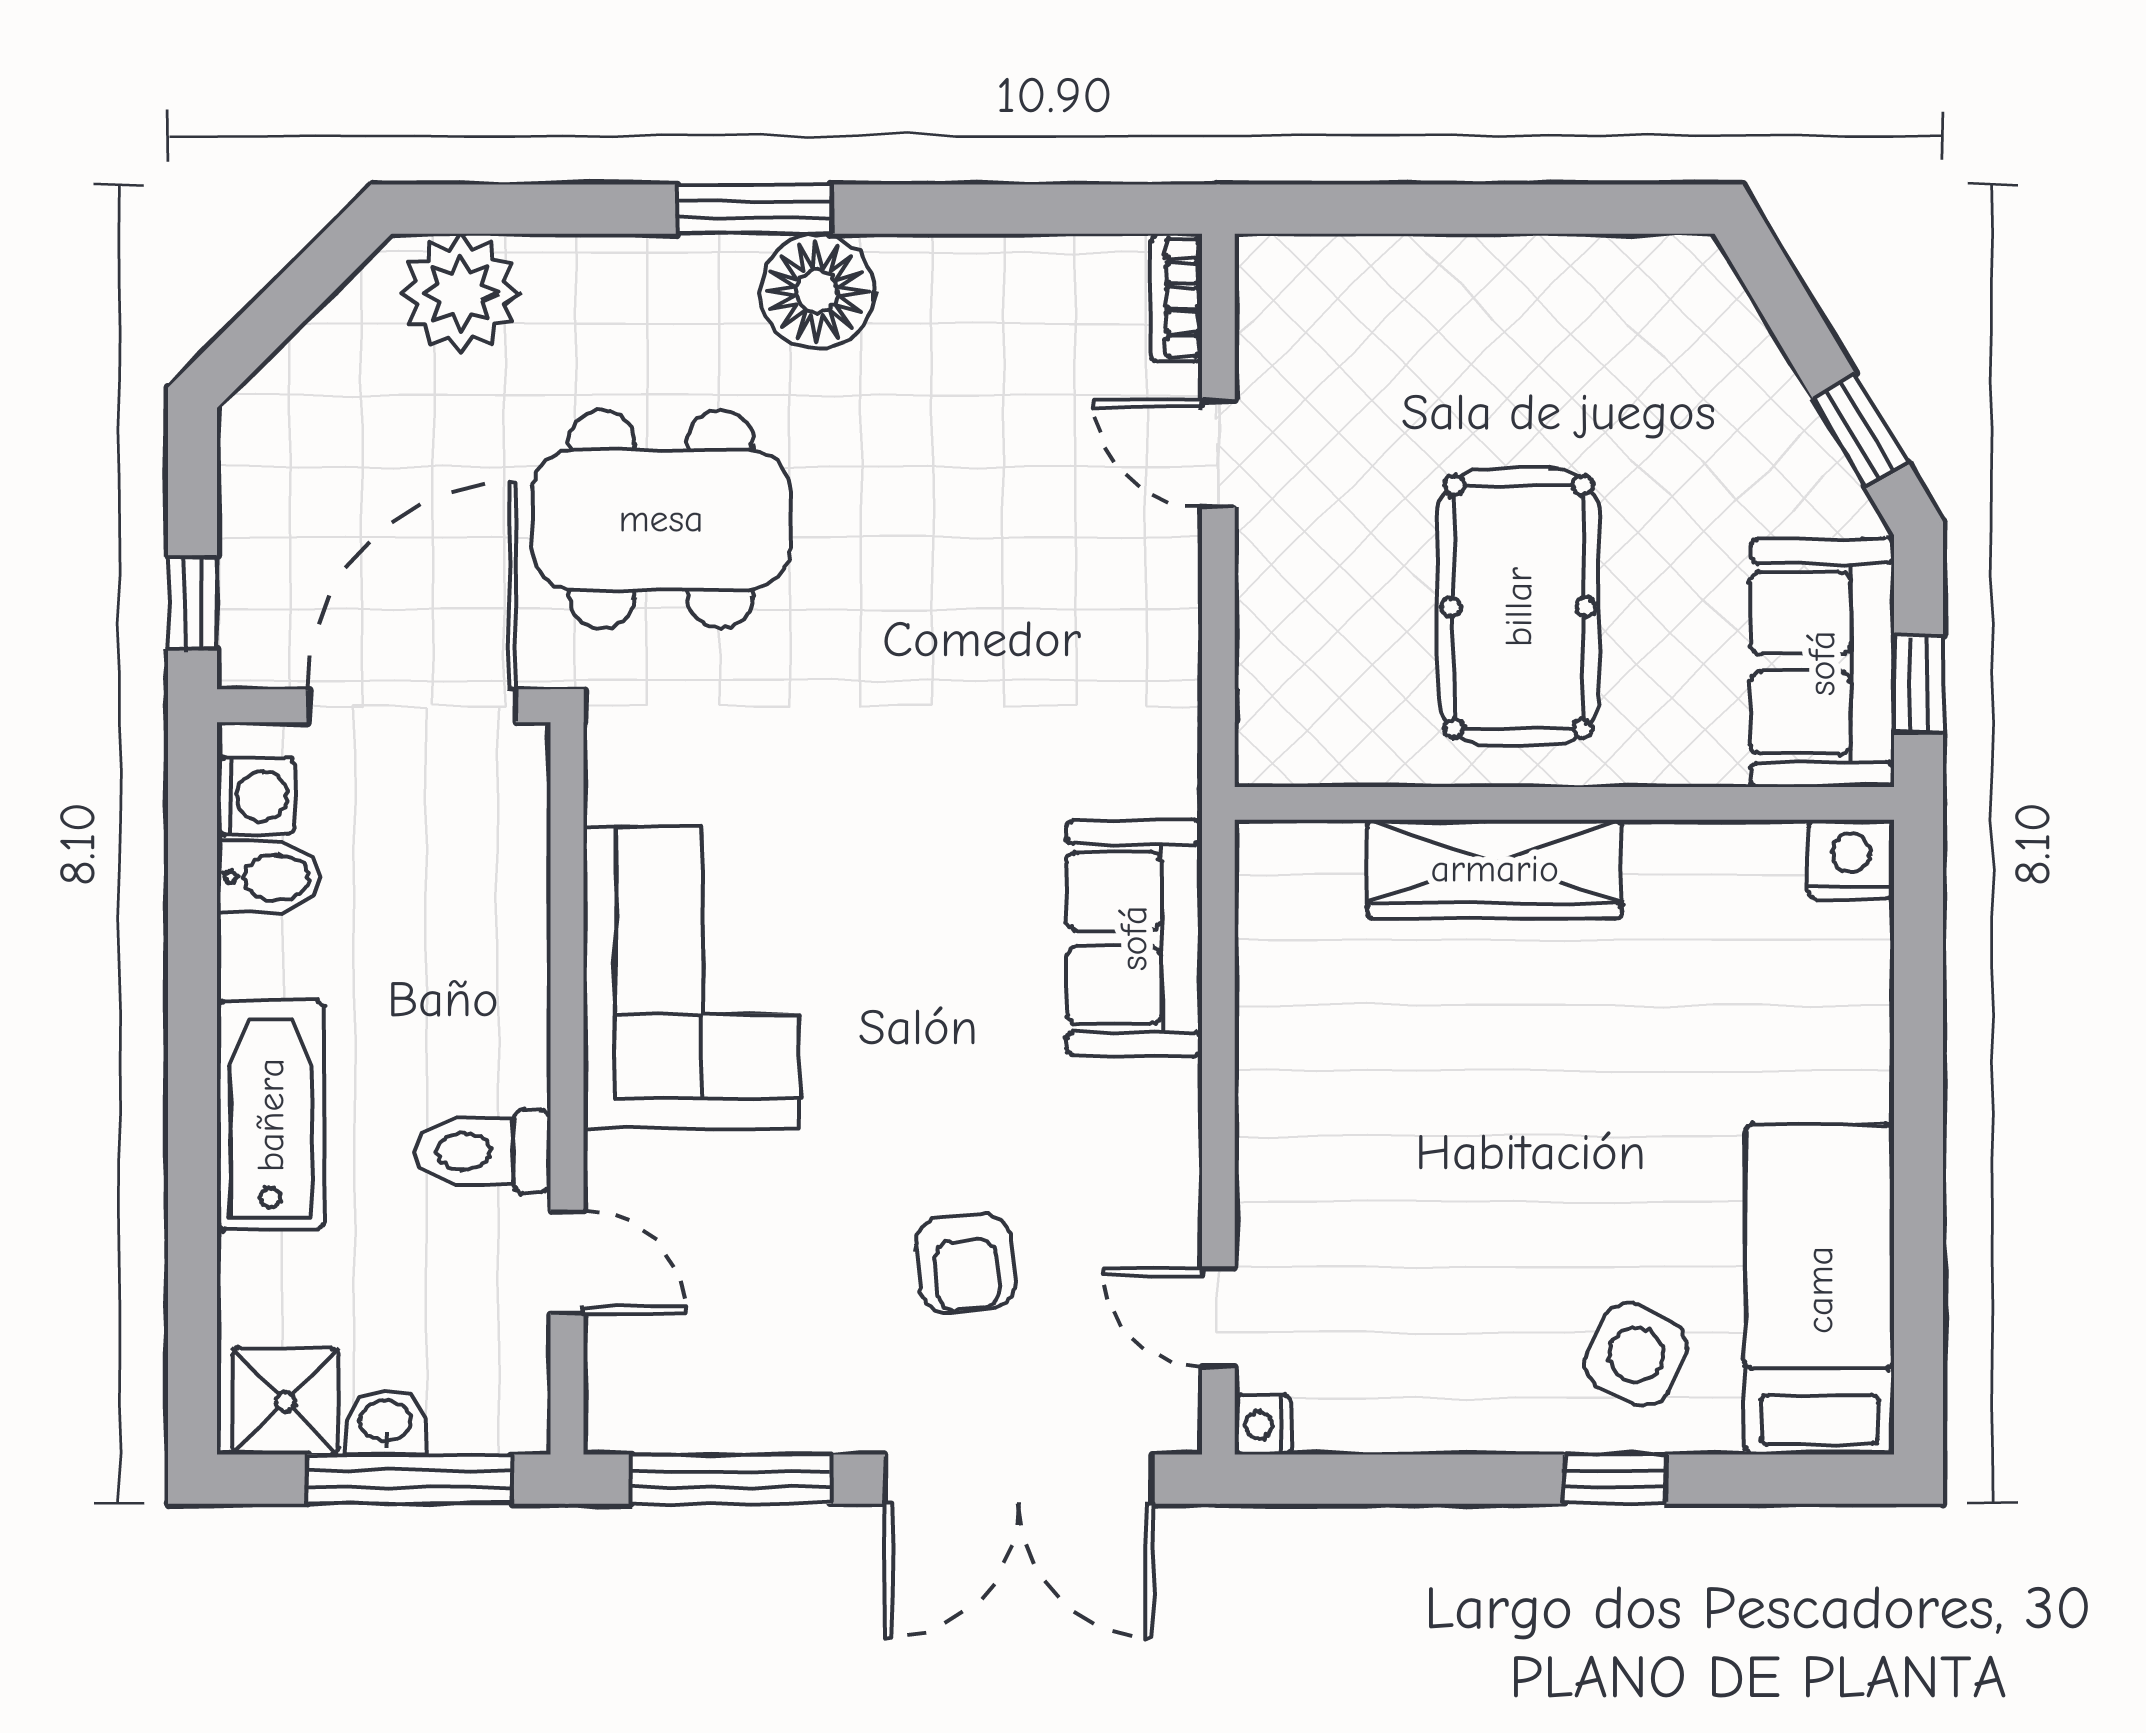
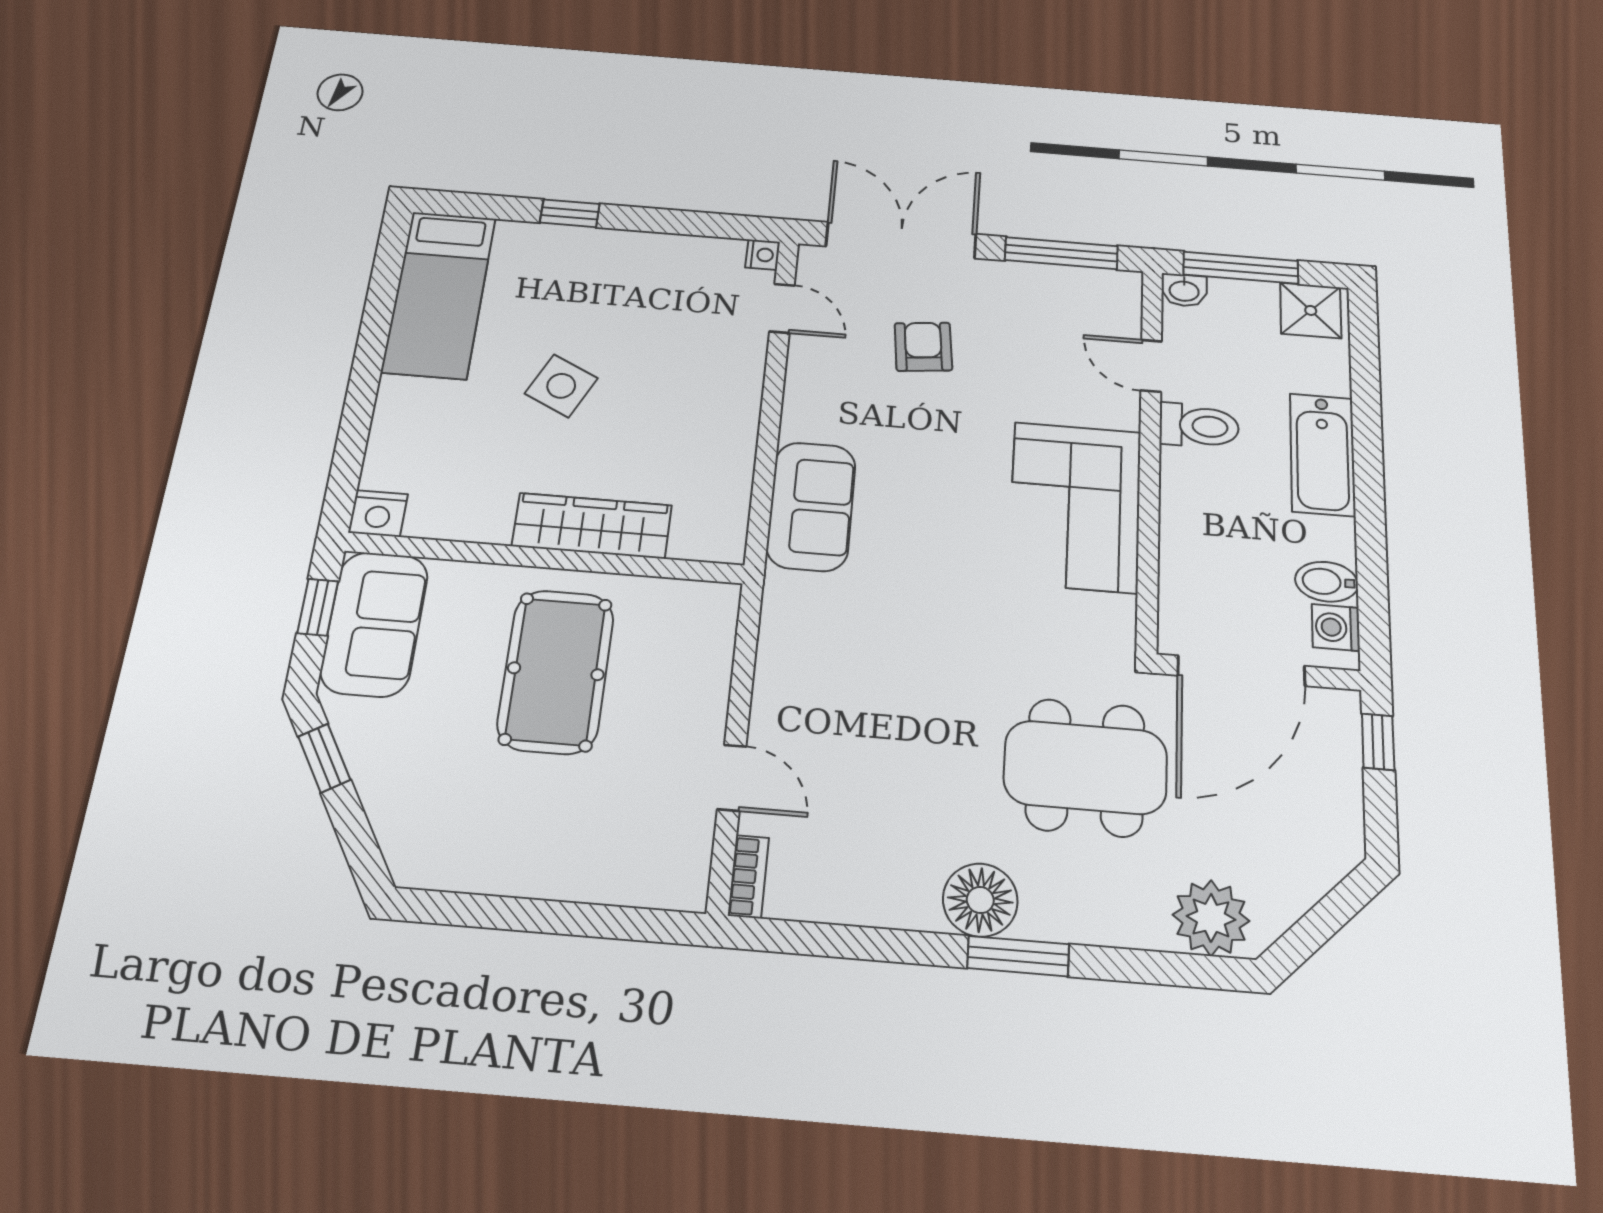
side table: (1636, 1355) -> (561, 386), moved
washbasin: (385, 1422) -> (1184, 290), moved

